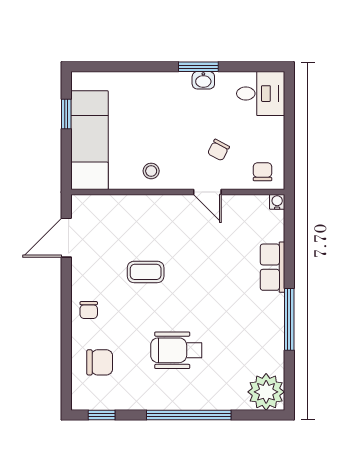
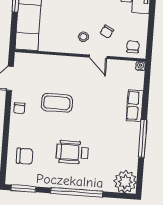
stool: (151, 171) -> (83, 37), moved
coffee table: (146, 272) -> (57, 103), width x1.36, depth x1.30
chair: (89, 310) -> (19, 108), moved
window: (102, 415) -> (24, 188), width x1.50

